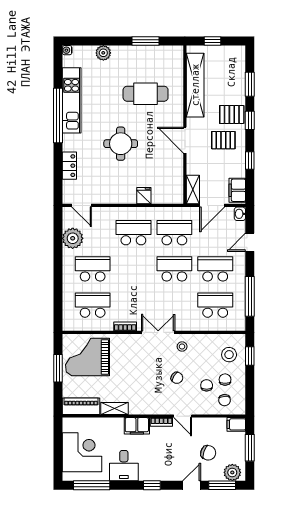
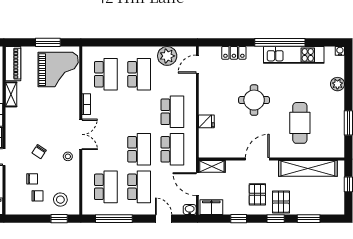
grand piano: (87, 357) -> (58, 70), turned 90
chair: (225, 400) -> (19, 195), removed

